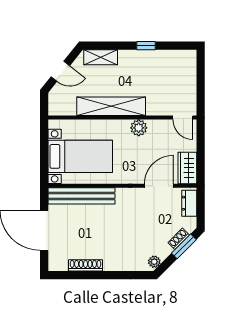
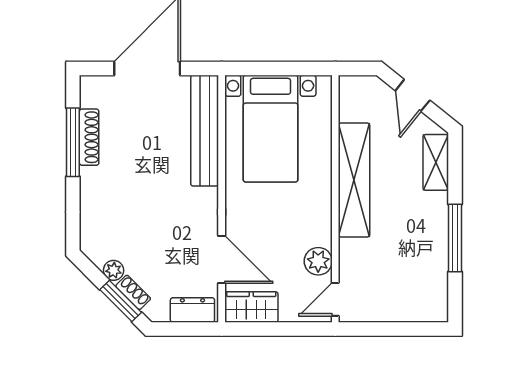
window: (146, 46) -> (455, 238), width x2.17
plant: (139, 128) -> (318, 261), moved
plant: (154, 262) -> (114, 270), moved
window: (89, 275) -> (73, 142), added

